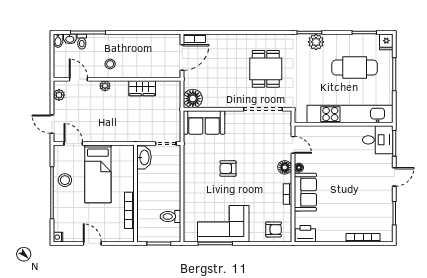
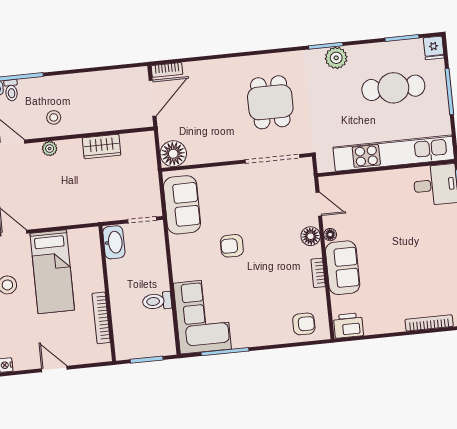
sofa: (204, 123) -> (182, 205), moved, turned -90
toilet: (171, 216) -> (157, 301), moved
corner sofa: (223, 224) -> (202, 316), moved, turned 90

